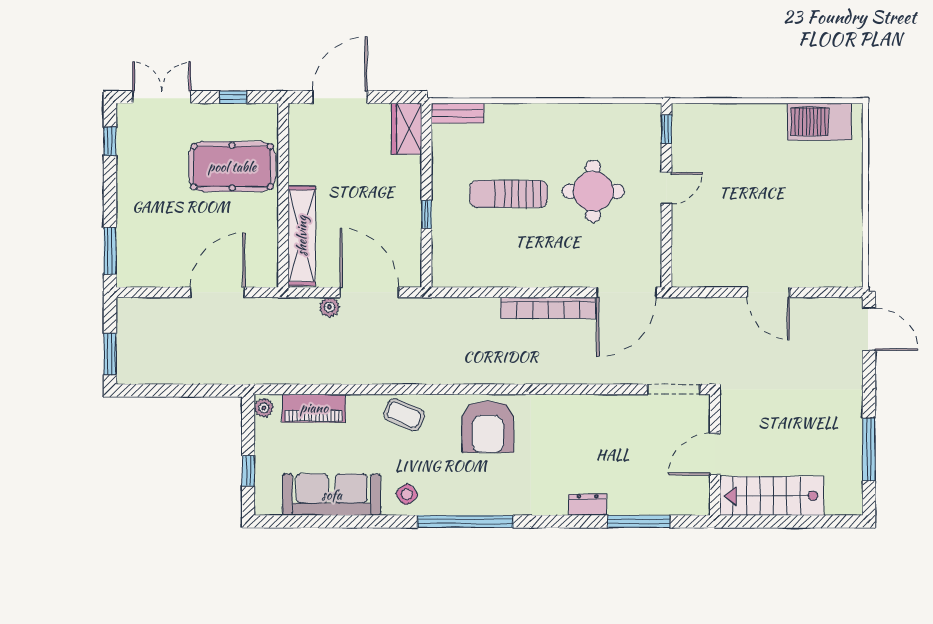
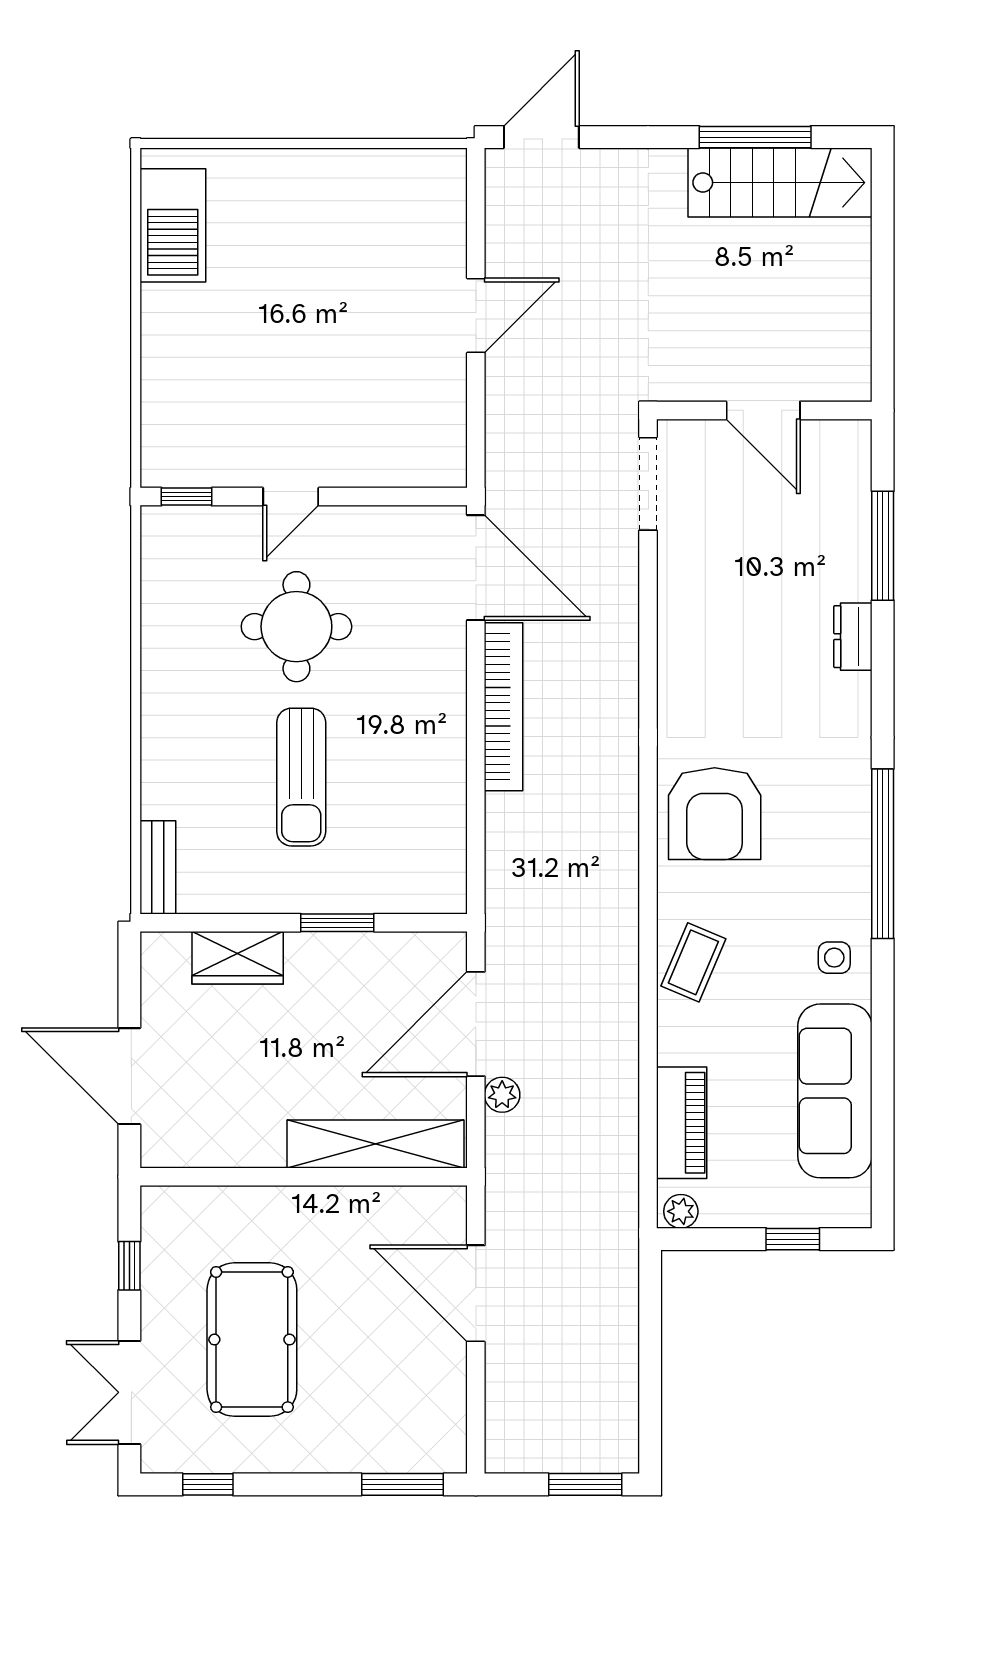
wardrobe: (407, 129) -> (238, 958), moved
pool table: (232, 167) -> (252, 1340), moved
door: (666, 188) -> (291, 497), swing flipped
window: (426, 214) -> (337, 923), width x1.50
armchair: (488, 427) -> (715, 814), turned 90
side table: (407, 494) -> (834, 958), turned 37
stairs: (772, 496) -> (780, 183), moved, turned -90

